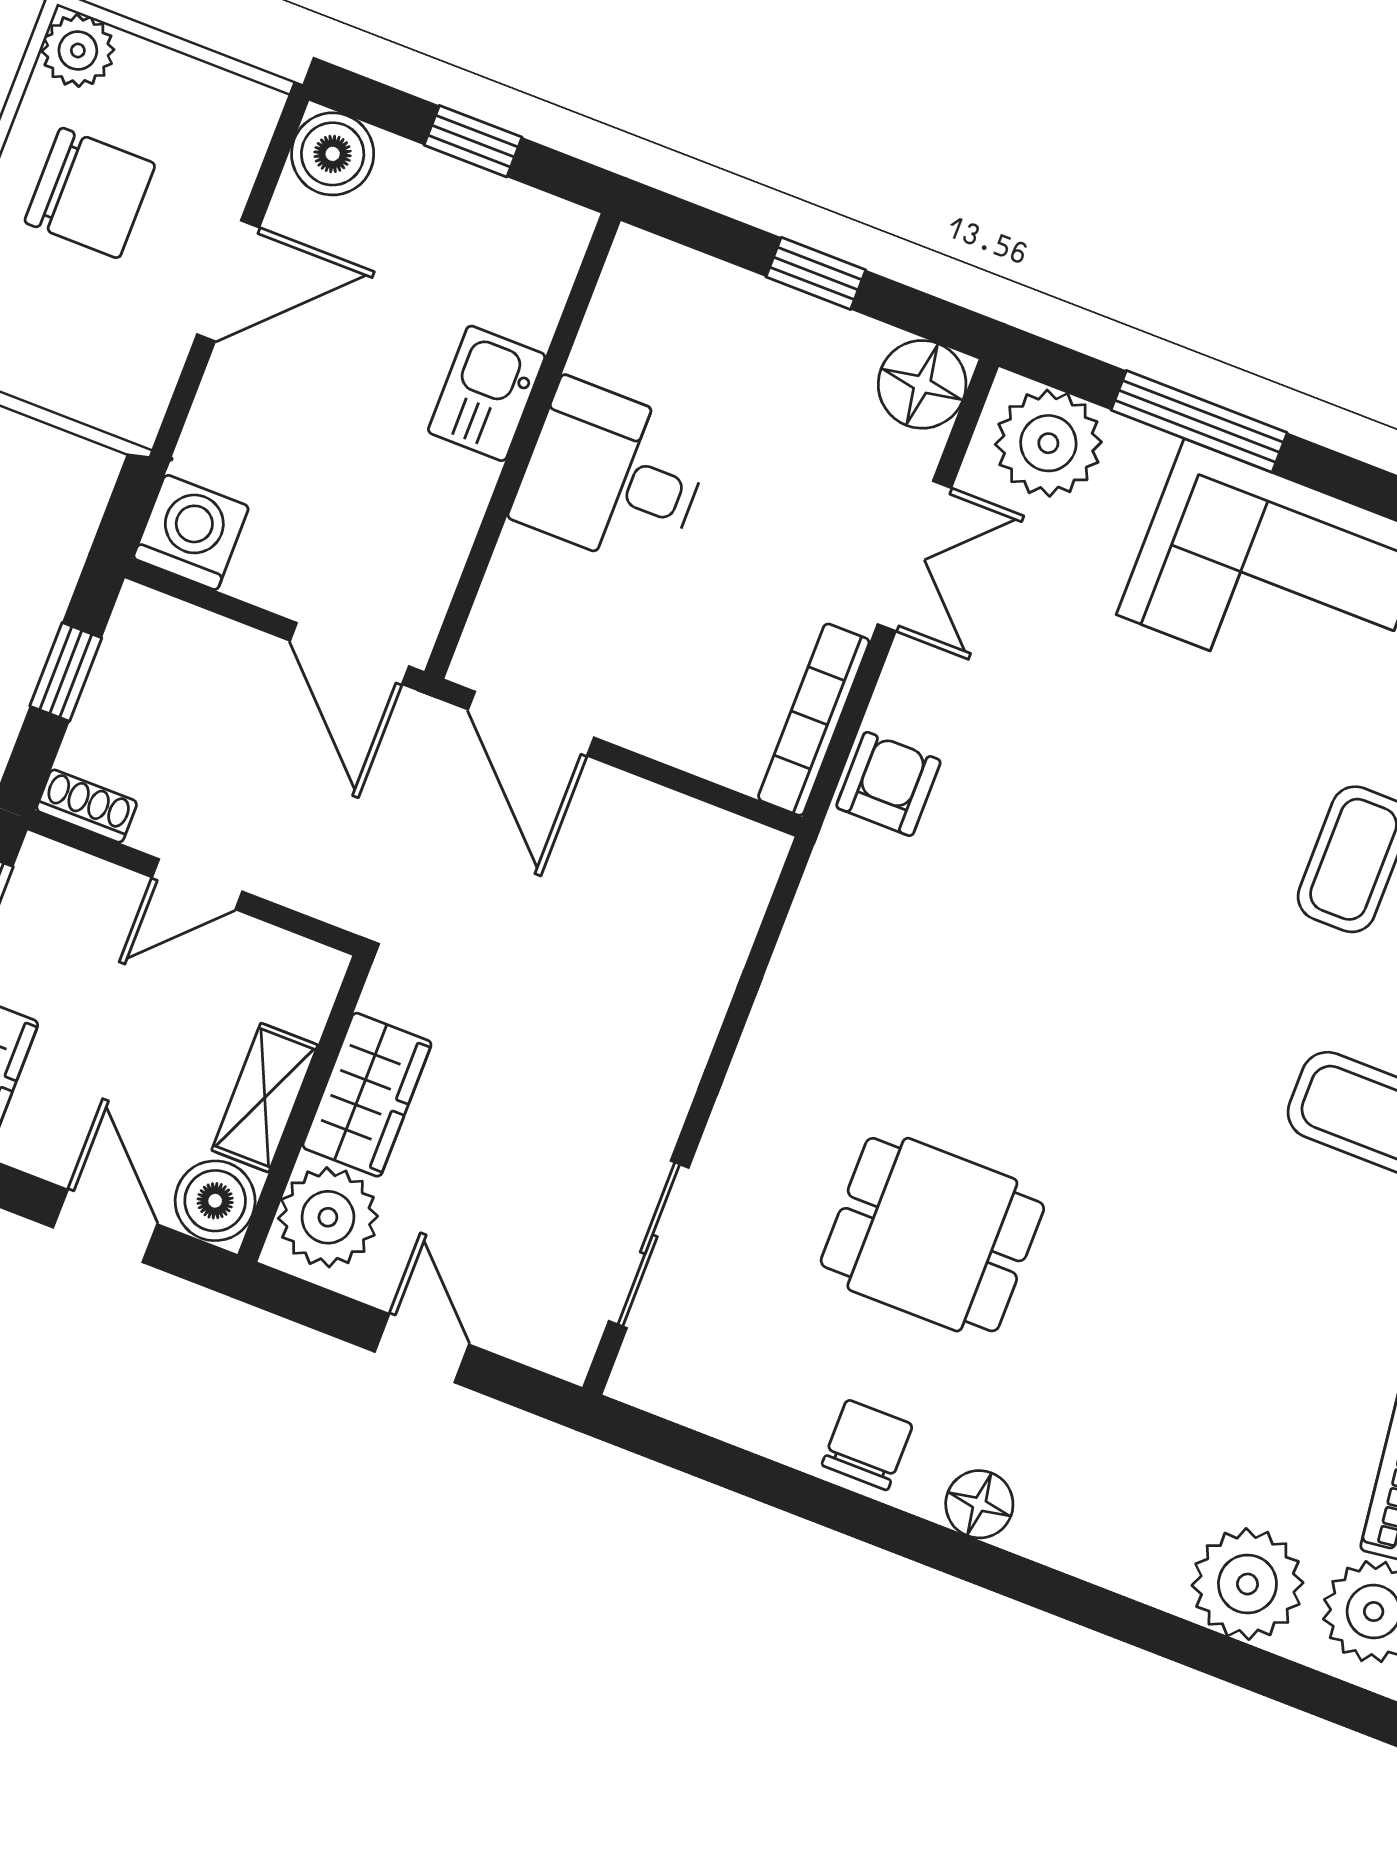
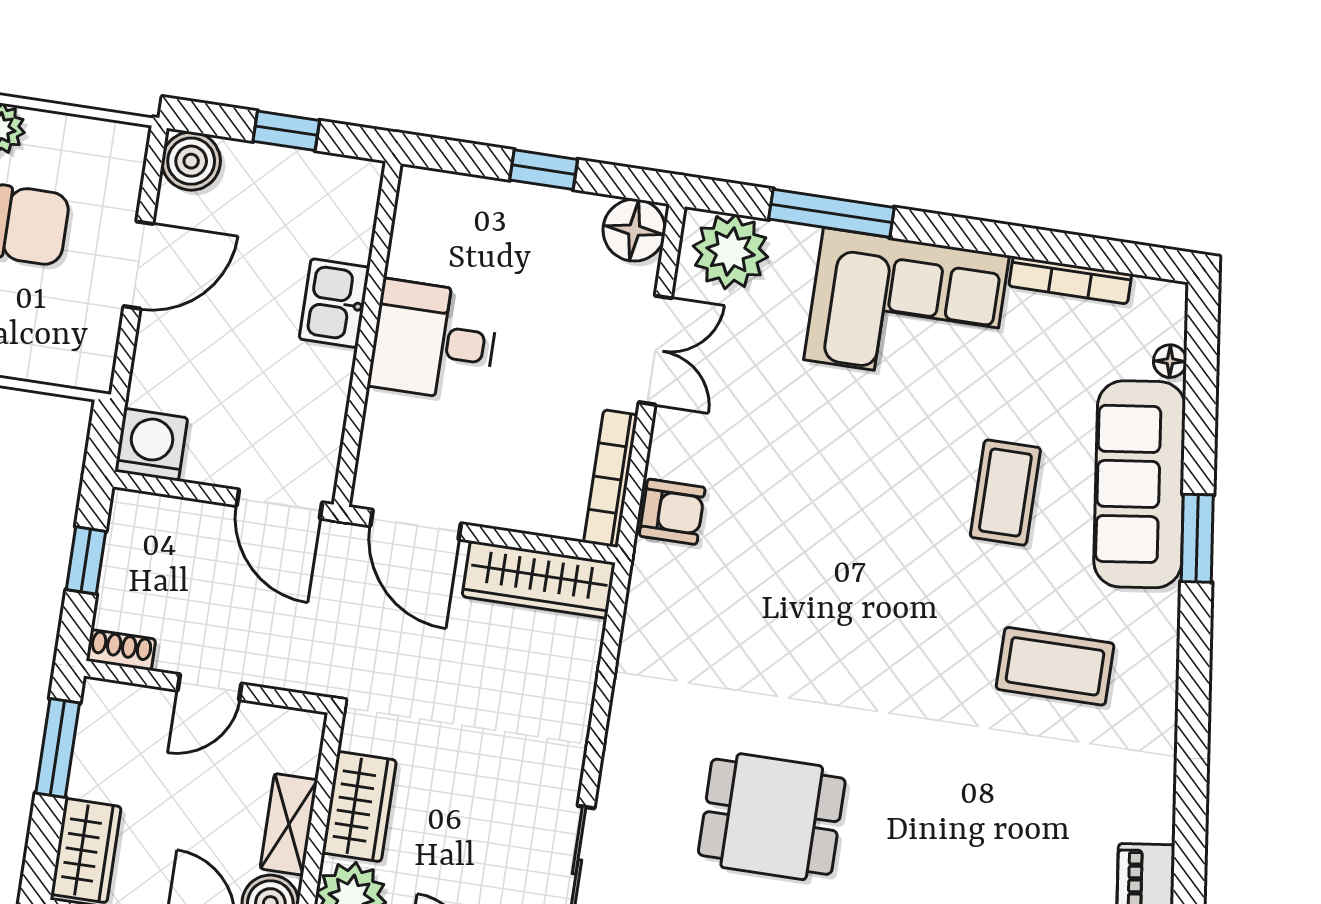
armchair: (888, 784) -> (672, 512), turned 90
wardrobe: (684, 837) -> (539, 580), added

